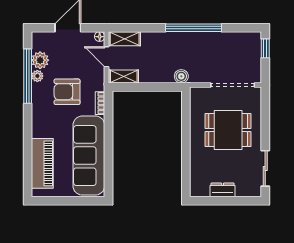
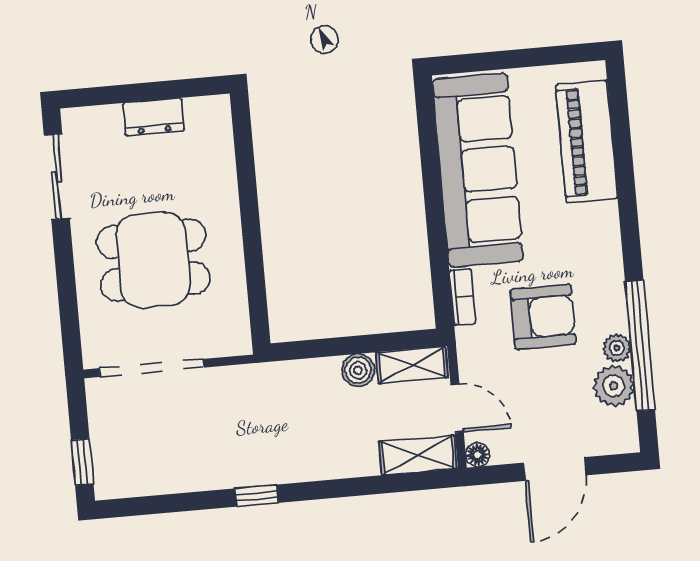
window: (194, 28) -> (257, 496), width x0.32
boiler: (181, 76) -> (358, 370), moved

